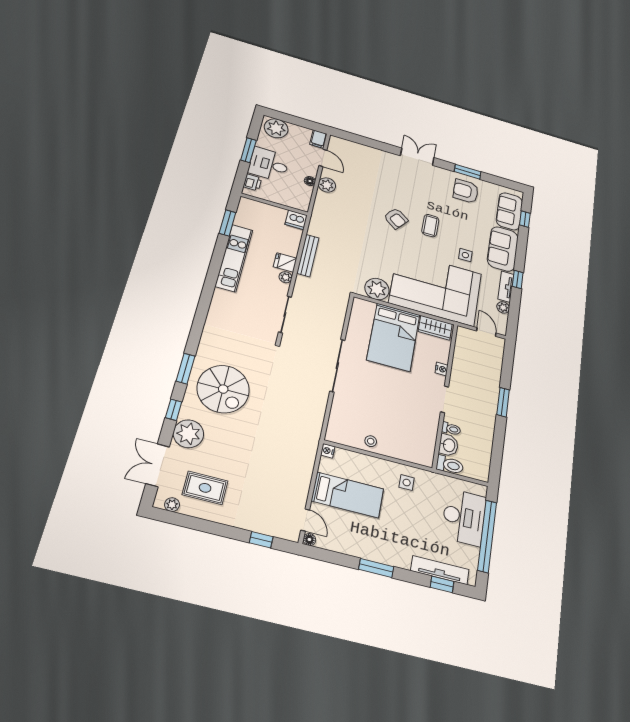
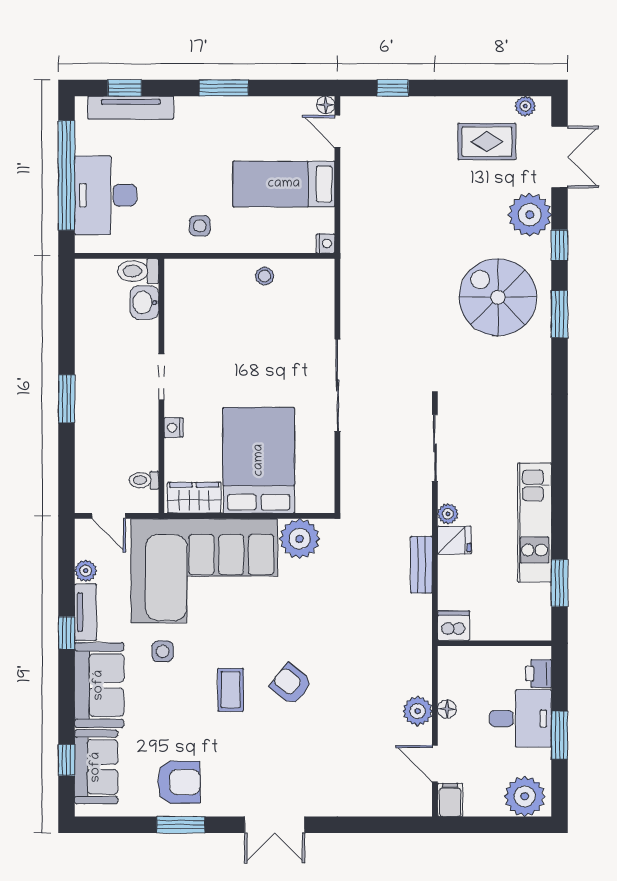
bench: (308, 256) -> (421, 565), width x0.73
toilet: (451, 429) -> (144, 480), moved

